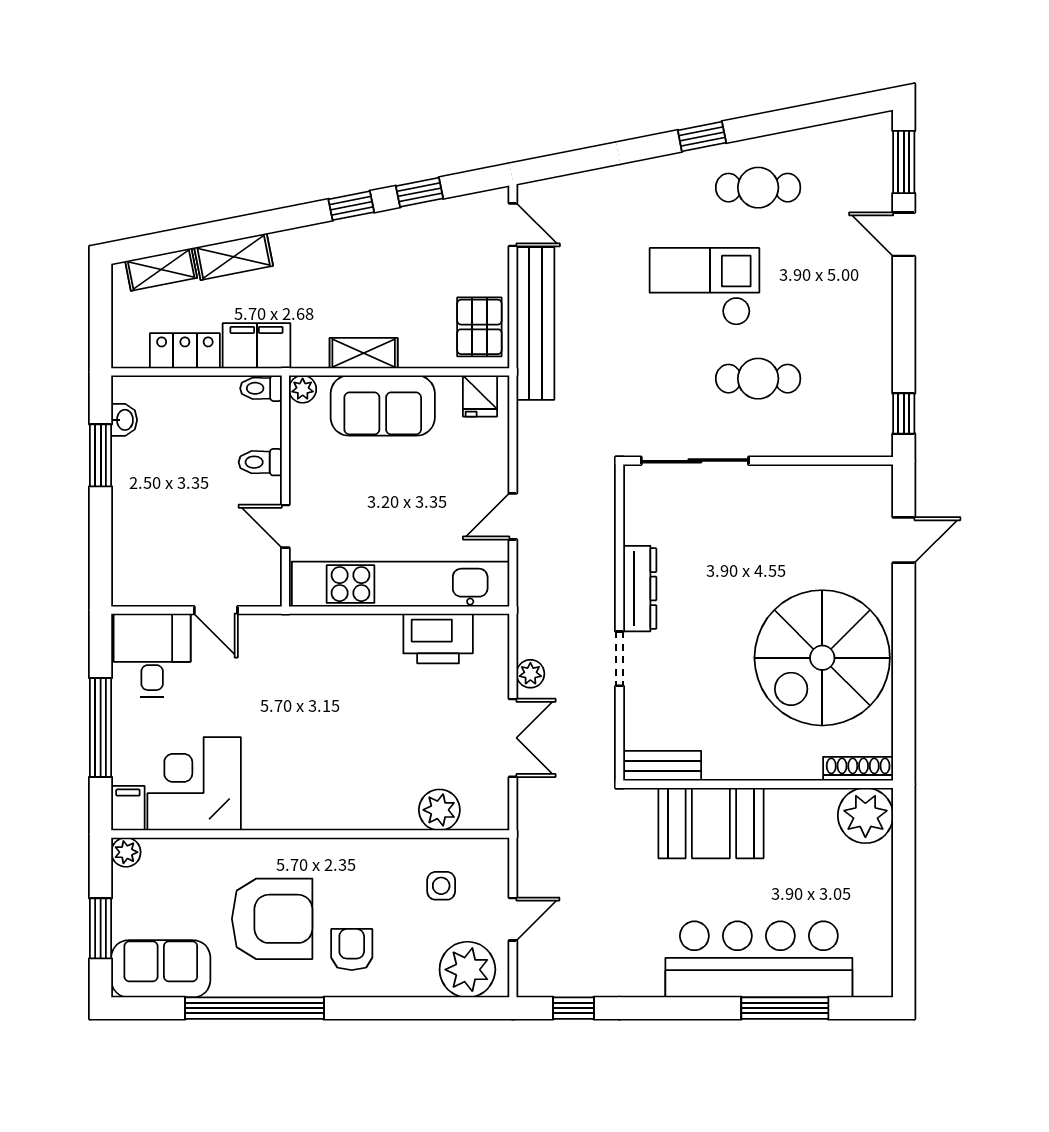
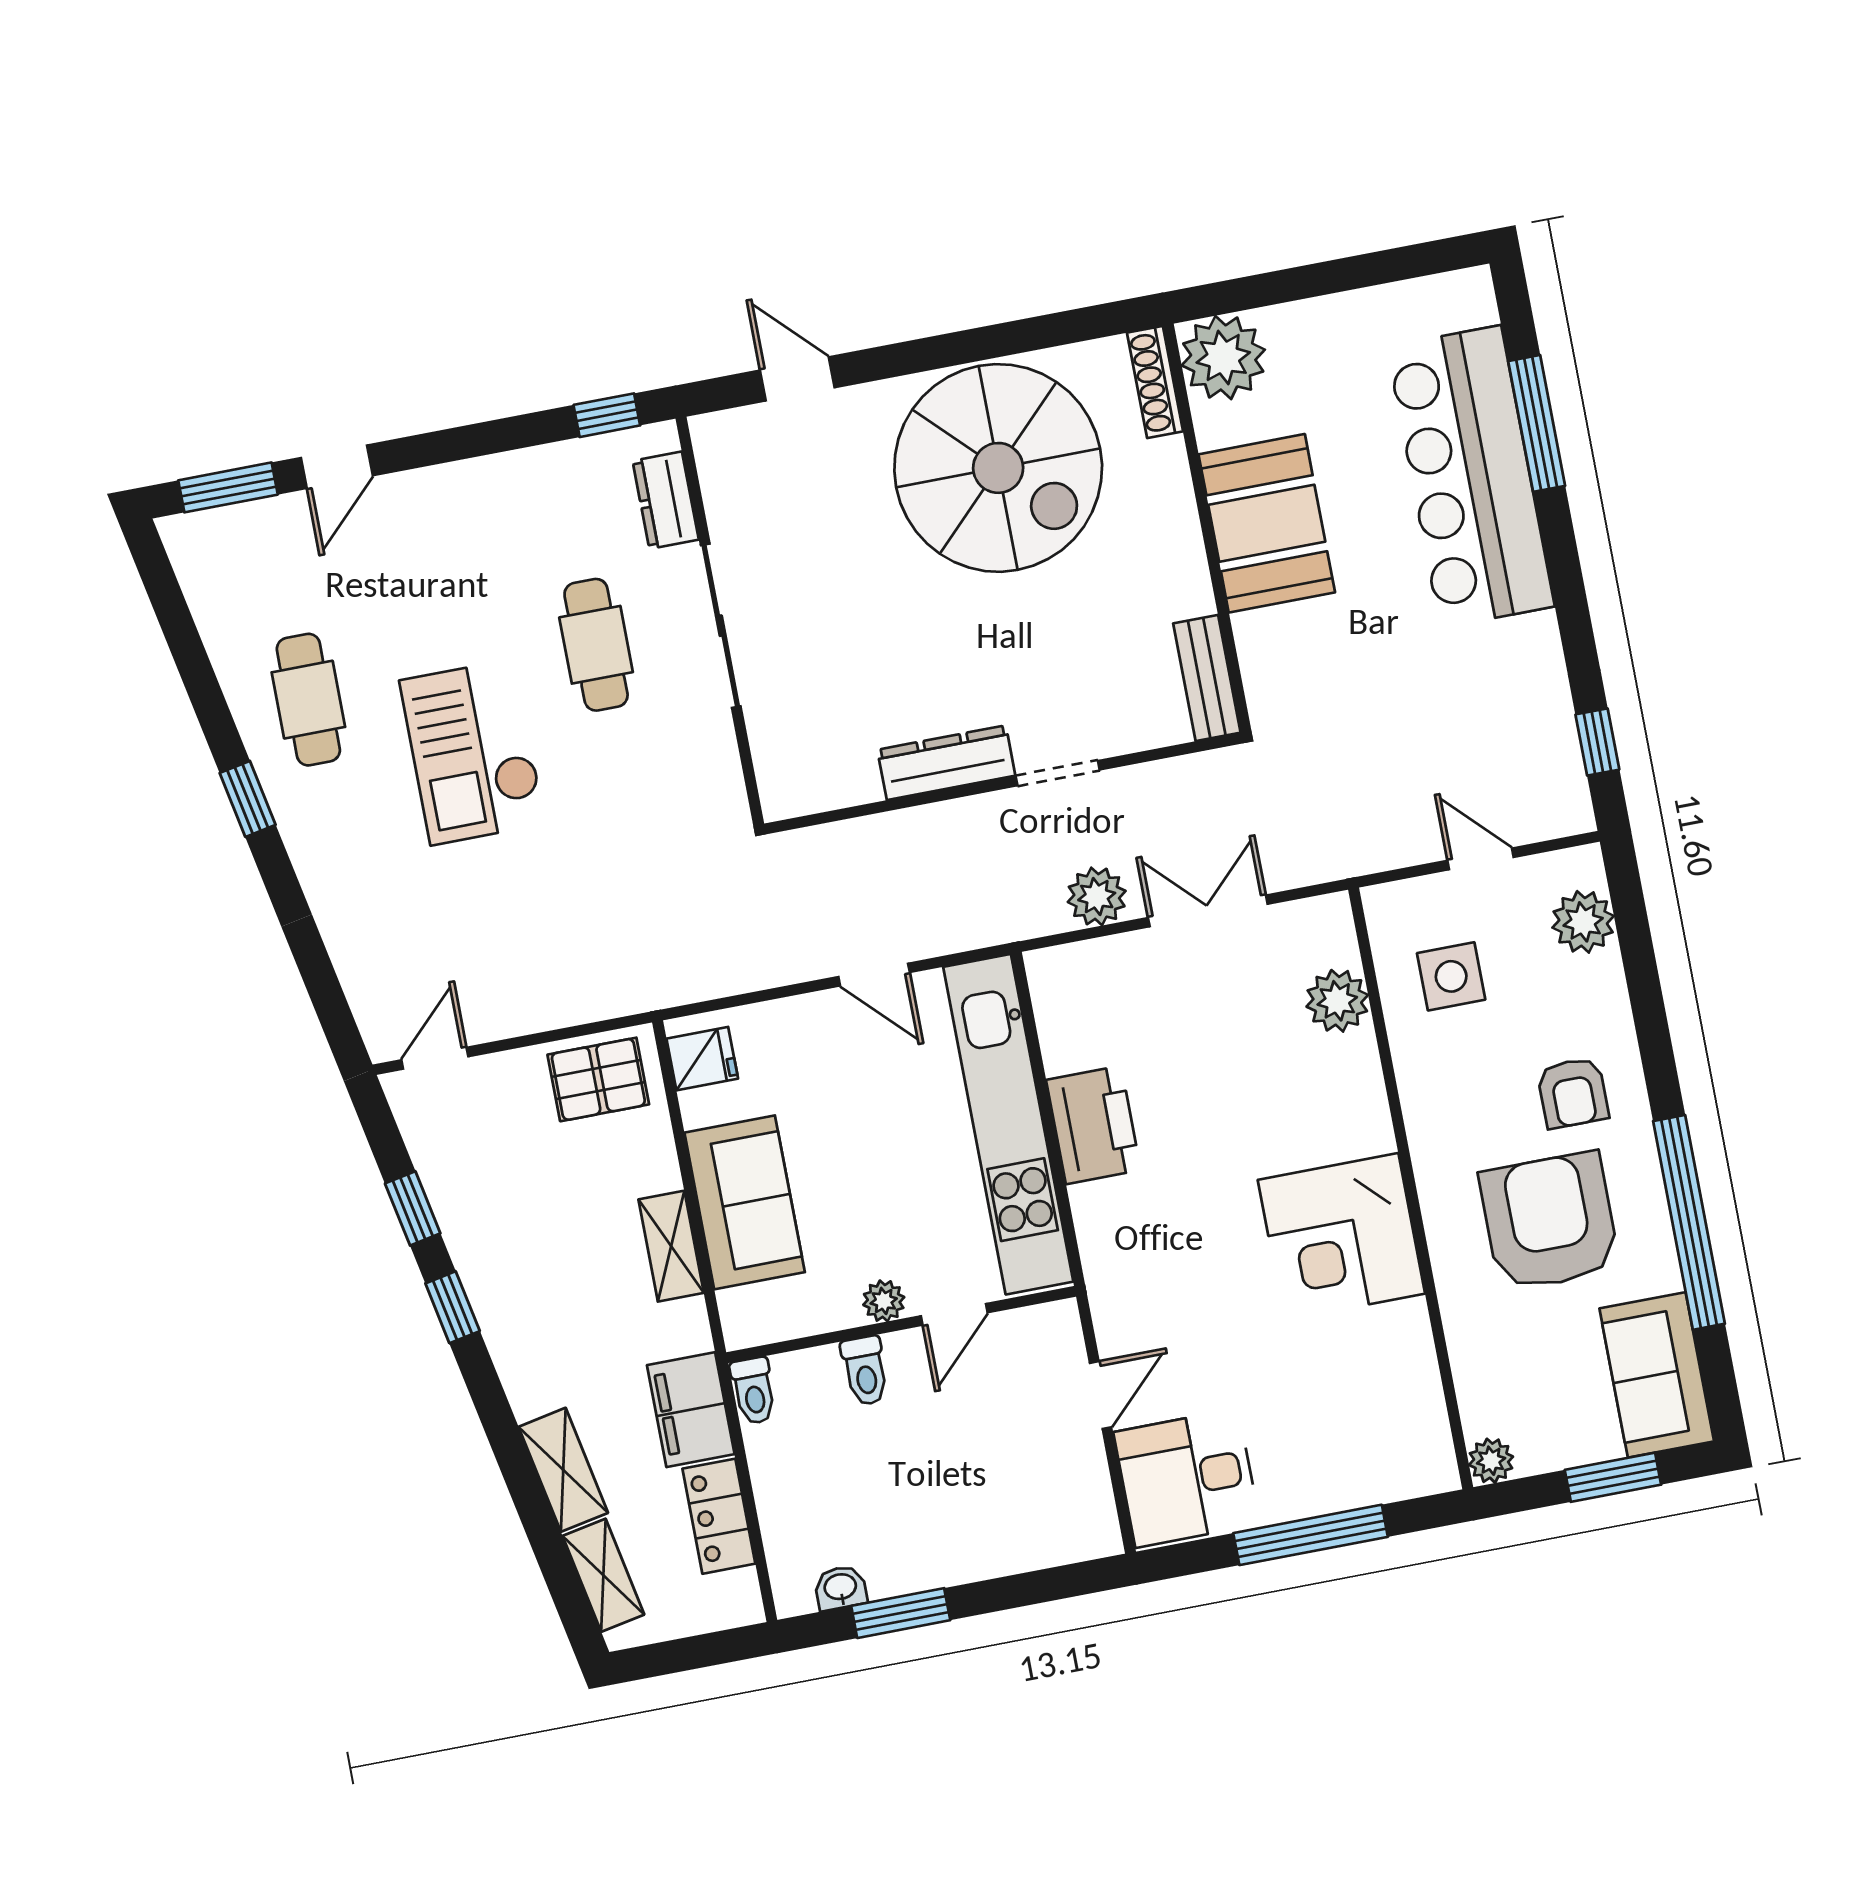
bench: (535, 323) -> (577, 996), removed
plant: (303, 389) -> (884, 1301), moved
dresser: (842, 441) -> (666, 500), added
sliding door: (695, 461) -> (721, 626), moved
printer: (438, 639) -> (1093, 1125), moved
plant: (530, 674) -> (1097, 897), width x1.38, depth x1.38
corner desk: (194, 784) -> (1341, 1237), moved
filing cabinet: (128, 808) -> (1424, 1470), removed
booth: (711, 823) -> (1267, 523), moved
side table: (441, 886) -> (1451, 976), width x1.37, depth x1.37
armchair: (352, 950) -> (1573, 1093), turned -90
plant: (467, 970) -> (1583, 922), width x0.73, depth x0.73

